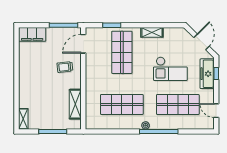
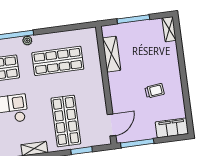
trolley: (65, 67) -> (155, 91), moved

